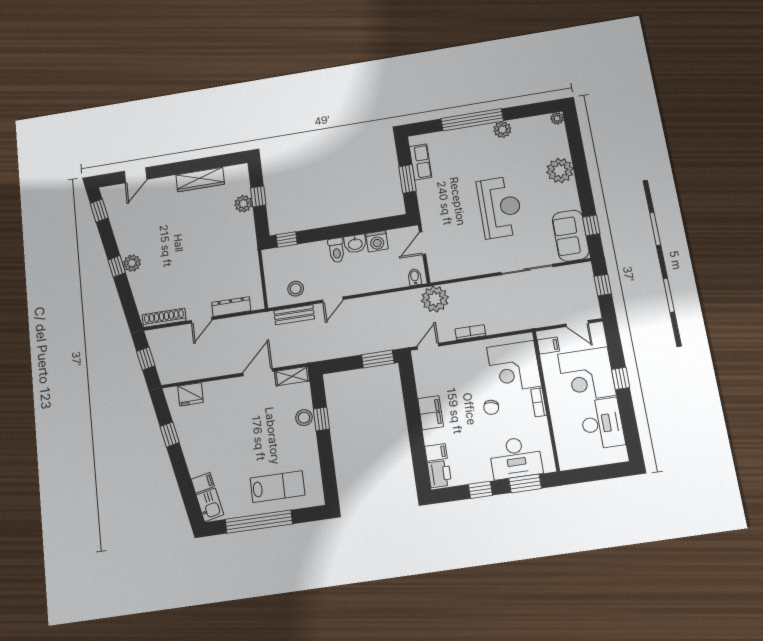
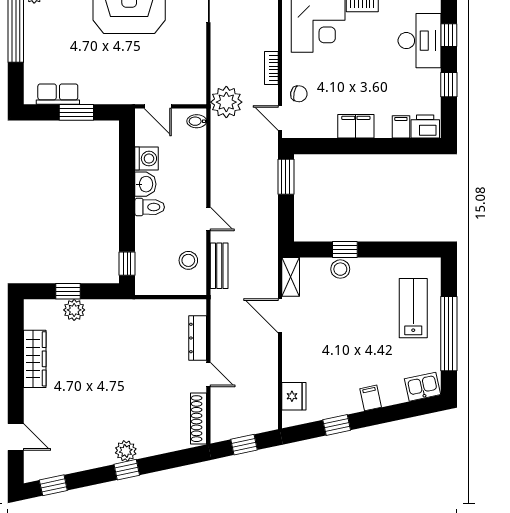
chair: (491, 407) -> (299, 94), moved
filing cabinet: (203, 483) -> (371, 398), moved
window: (525, 483) -> (449, 35), width x0.67

